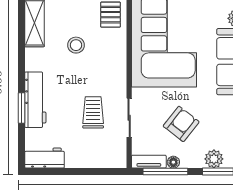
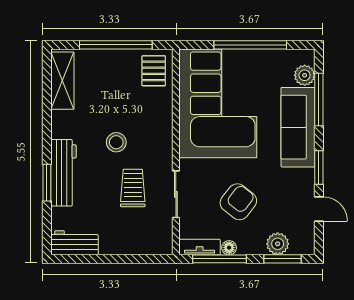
stool: (76, 45) -> (116, 142), moved

